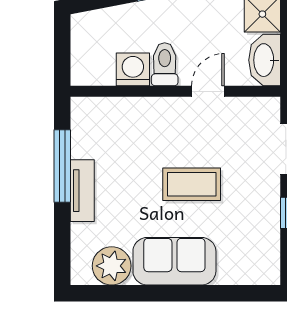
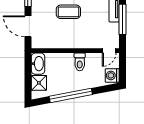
washing machine: (133, 69) -> (112, 75), moved, turned 90
door: (208, 91) -> (109, 51), moved

